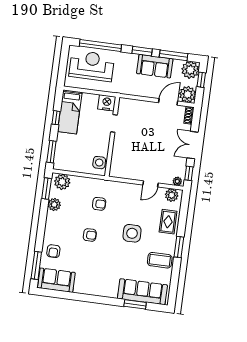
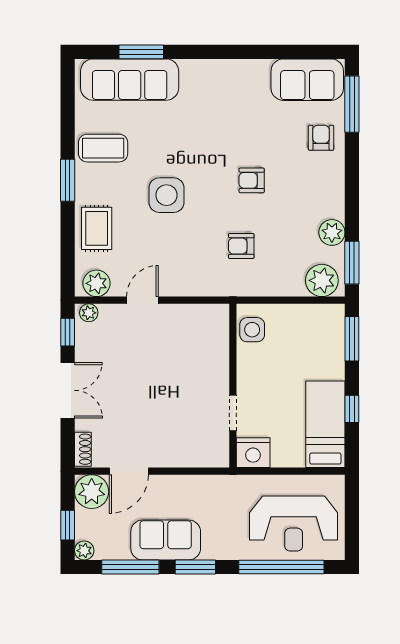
plant: (190, 70) -> (84, 551), width x0.53, depth x0.53

